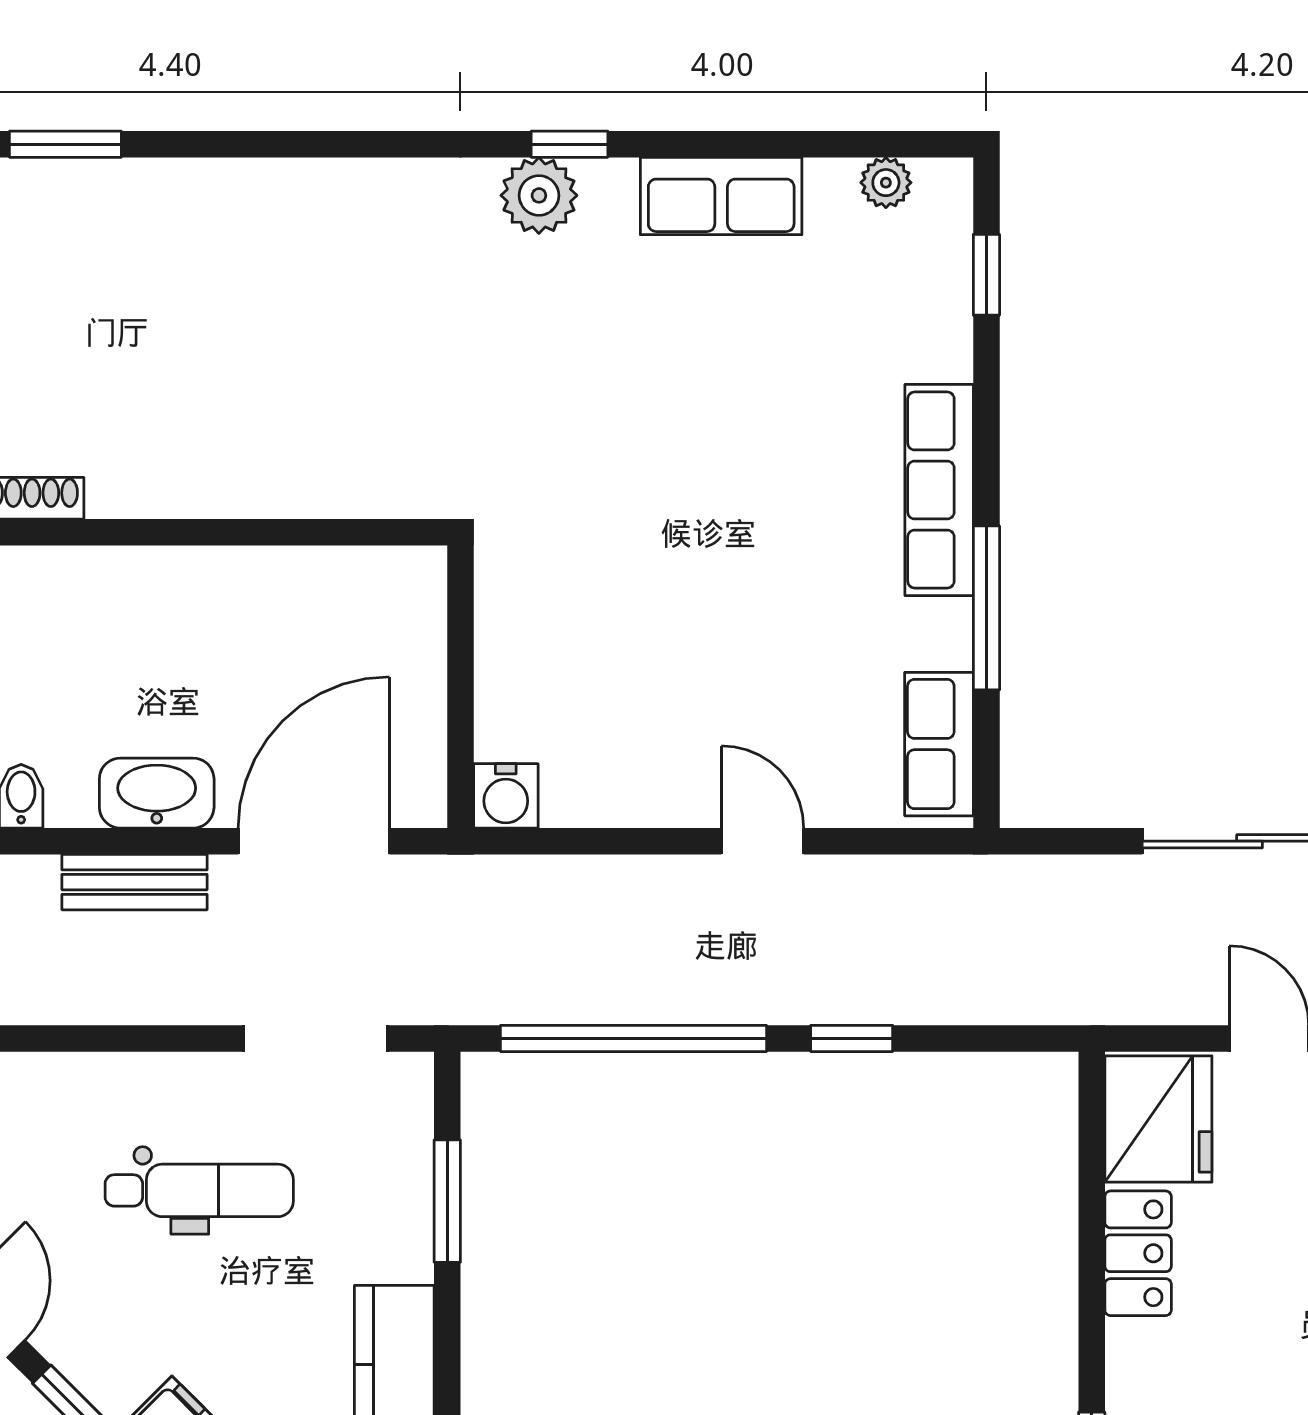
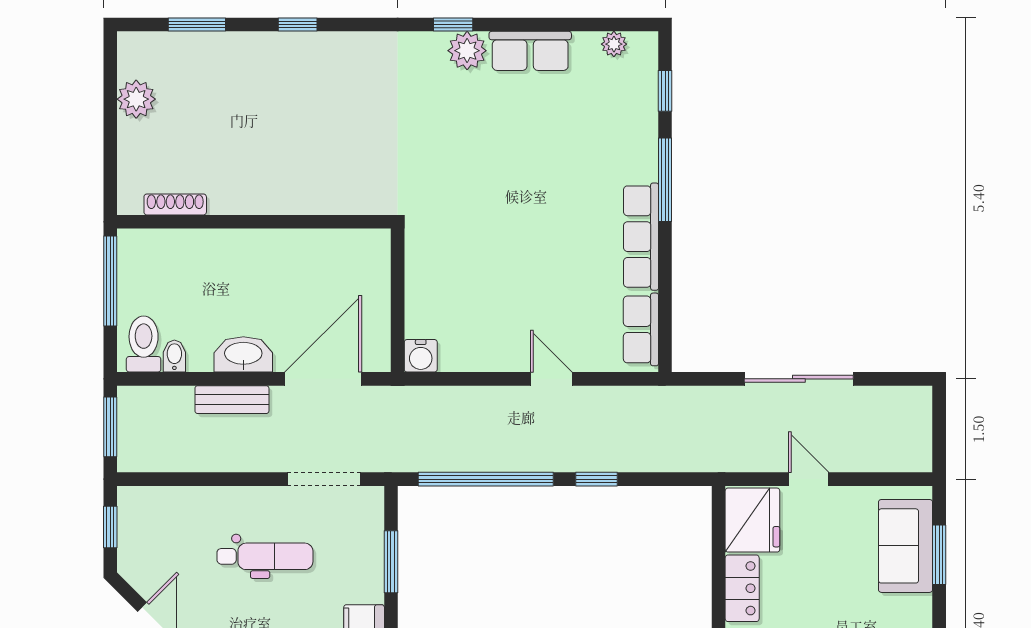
window: (264, 144) -> (298, 25), added
plant: (539, 195) -> (467, 51), moved
row of seats: (939, 490) -> (641, 237), moved
window: (986, 608) -> (665, 180), moved

